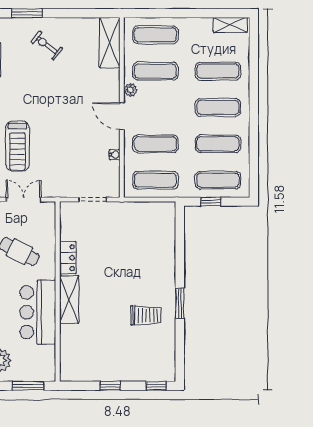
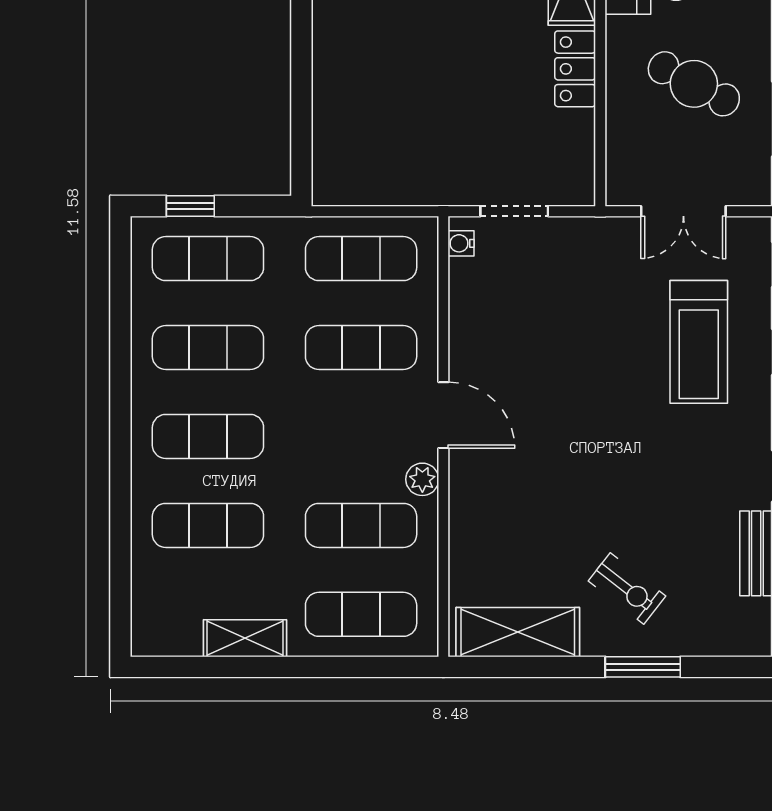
window: (27, 13) -> (643, 667), moved
shelving: (230, 25) -> (245, 638), moved
shelving: (110, 43) -> (518, 632), moved, turned 90
treadmill: (17, 146) -> (699, 342), turned 180
water cooler: (115, 155) -> (461, 243), moved
window: (211, 202) -> (190, 206), moved

